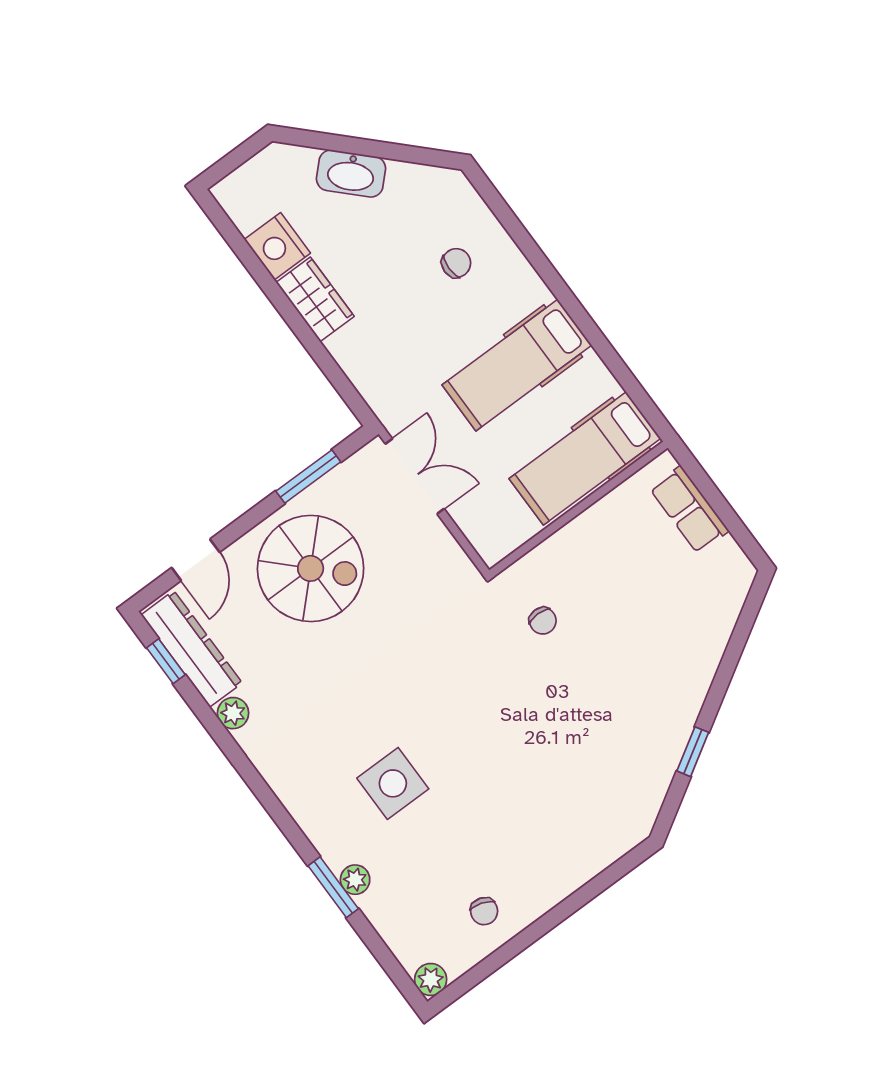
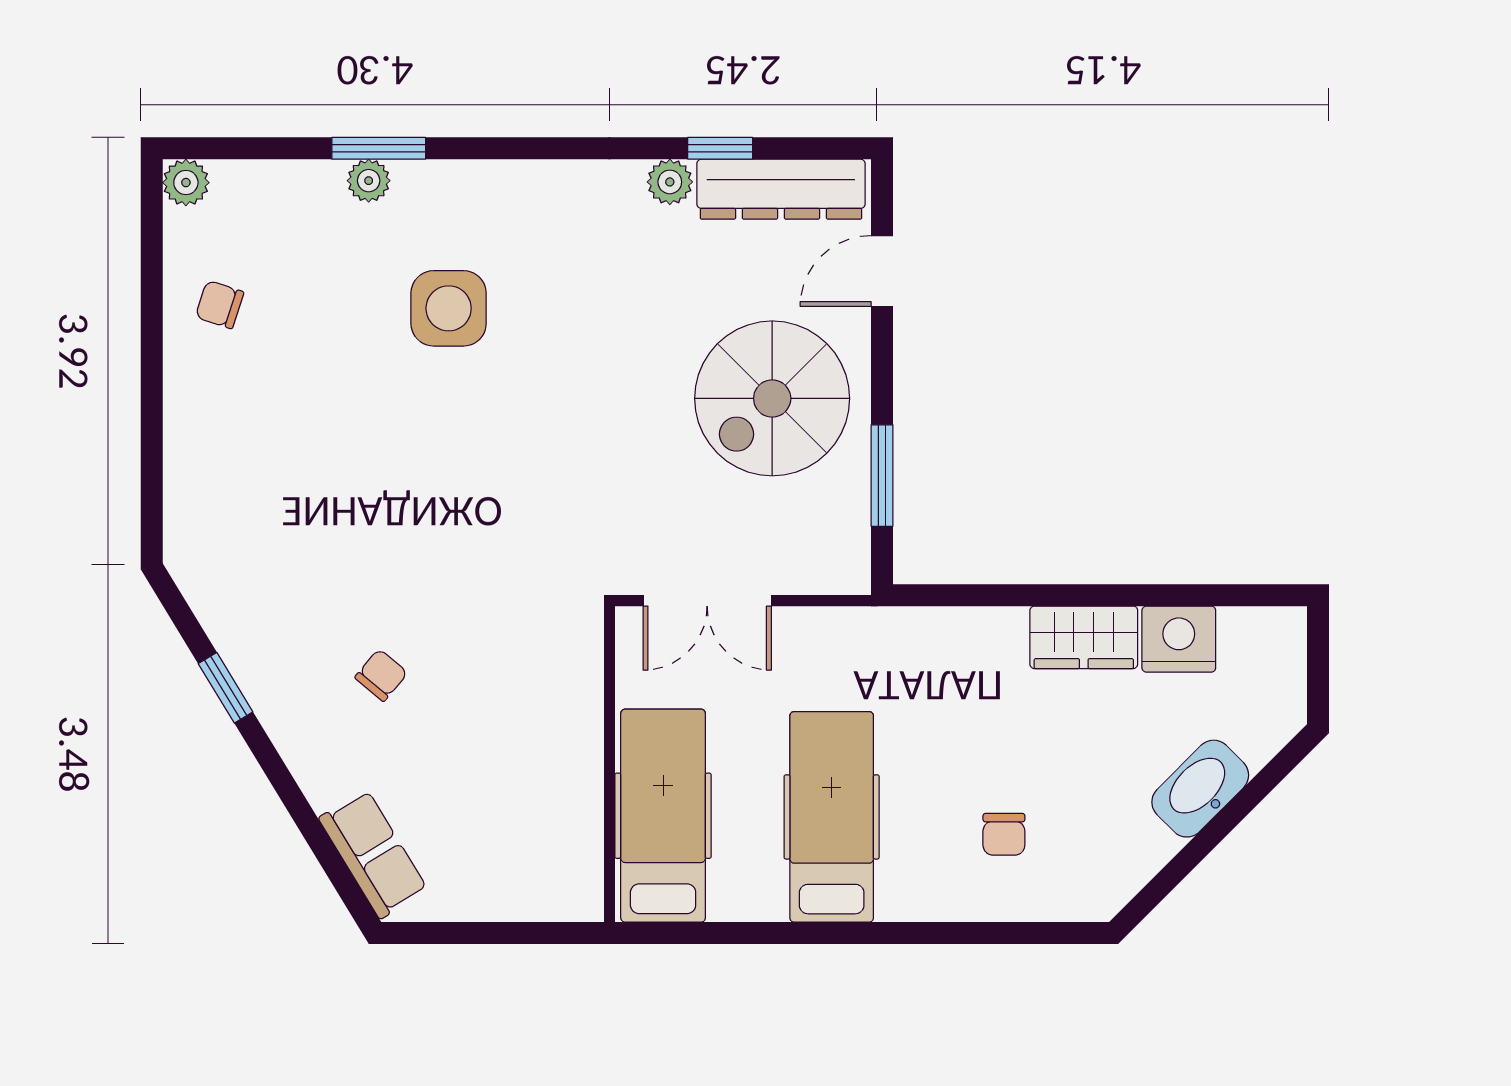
double door: (415, 476) -> (707, 601), moved
row of seats: (689, 510) -> (373, 854), moved, turned 59
door: (196, 560) -> (882, 271), hinge flipped
chair: (543, 621) -> (381, 675), moved, turned 130
window: (166, 661) -> (720, 148), moved

